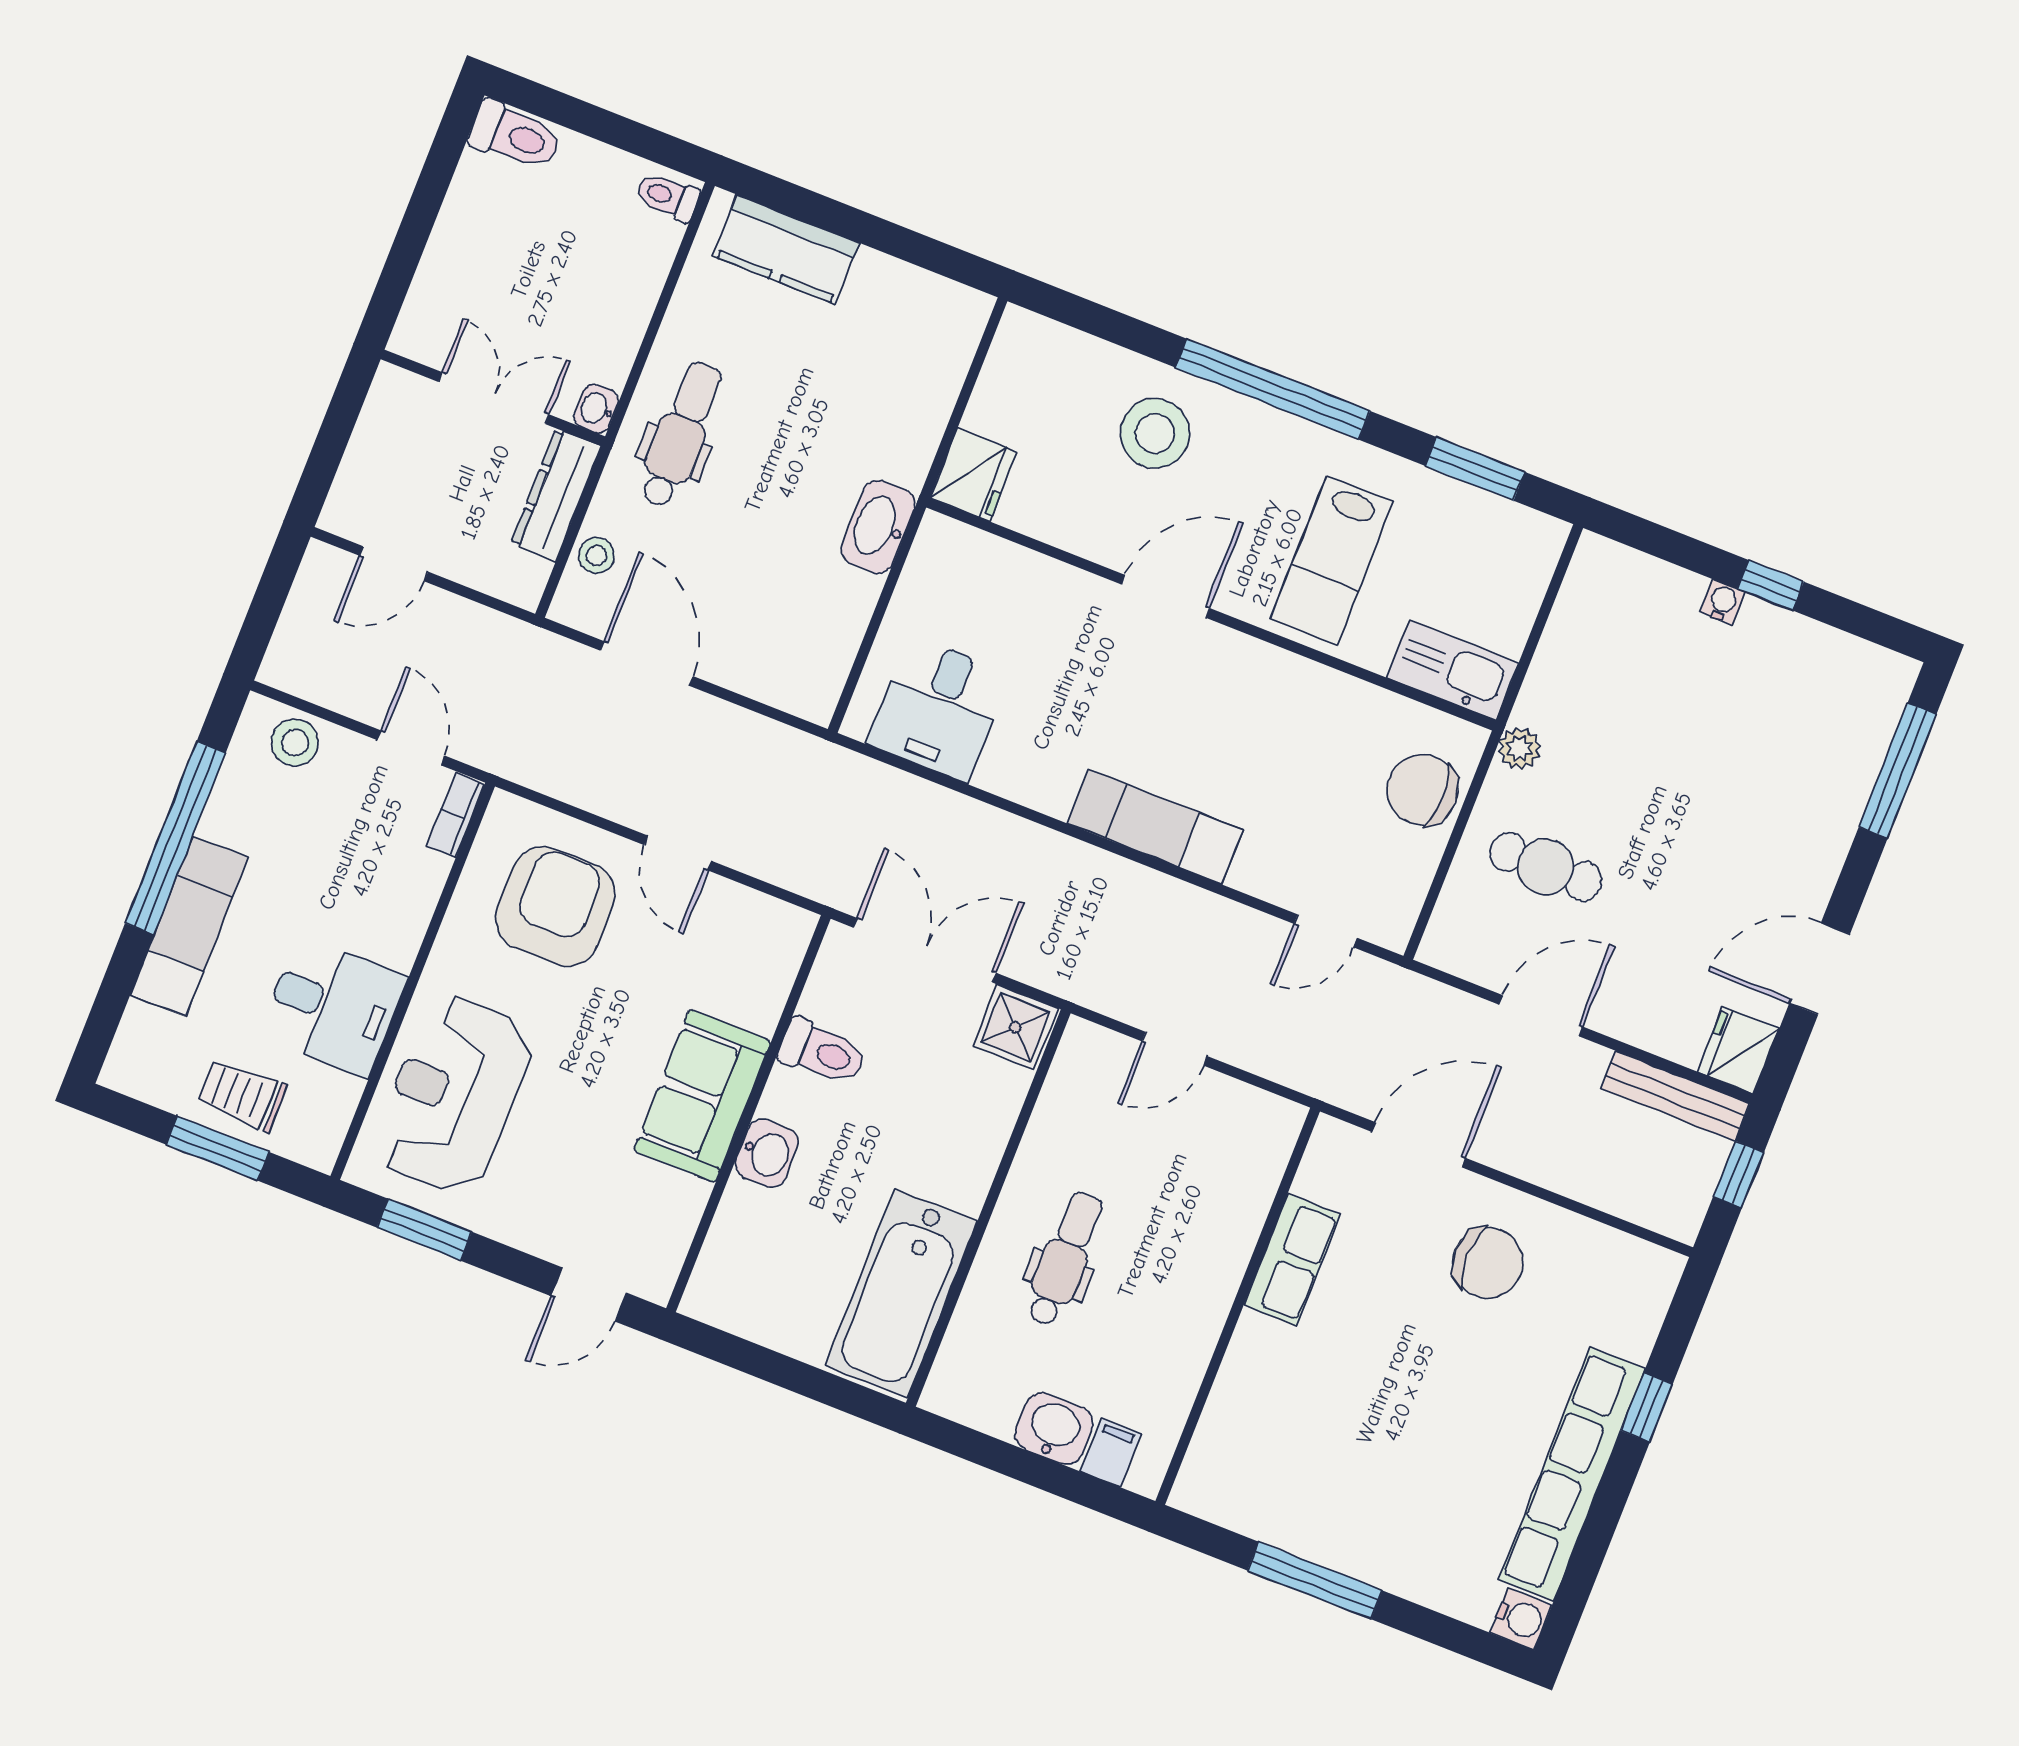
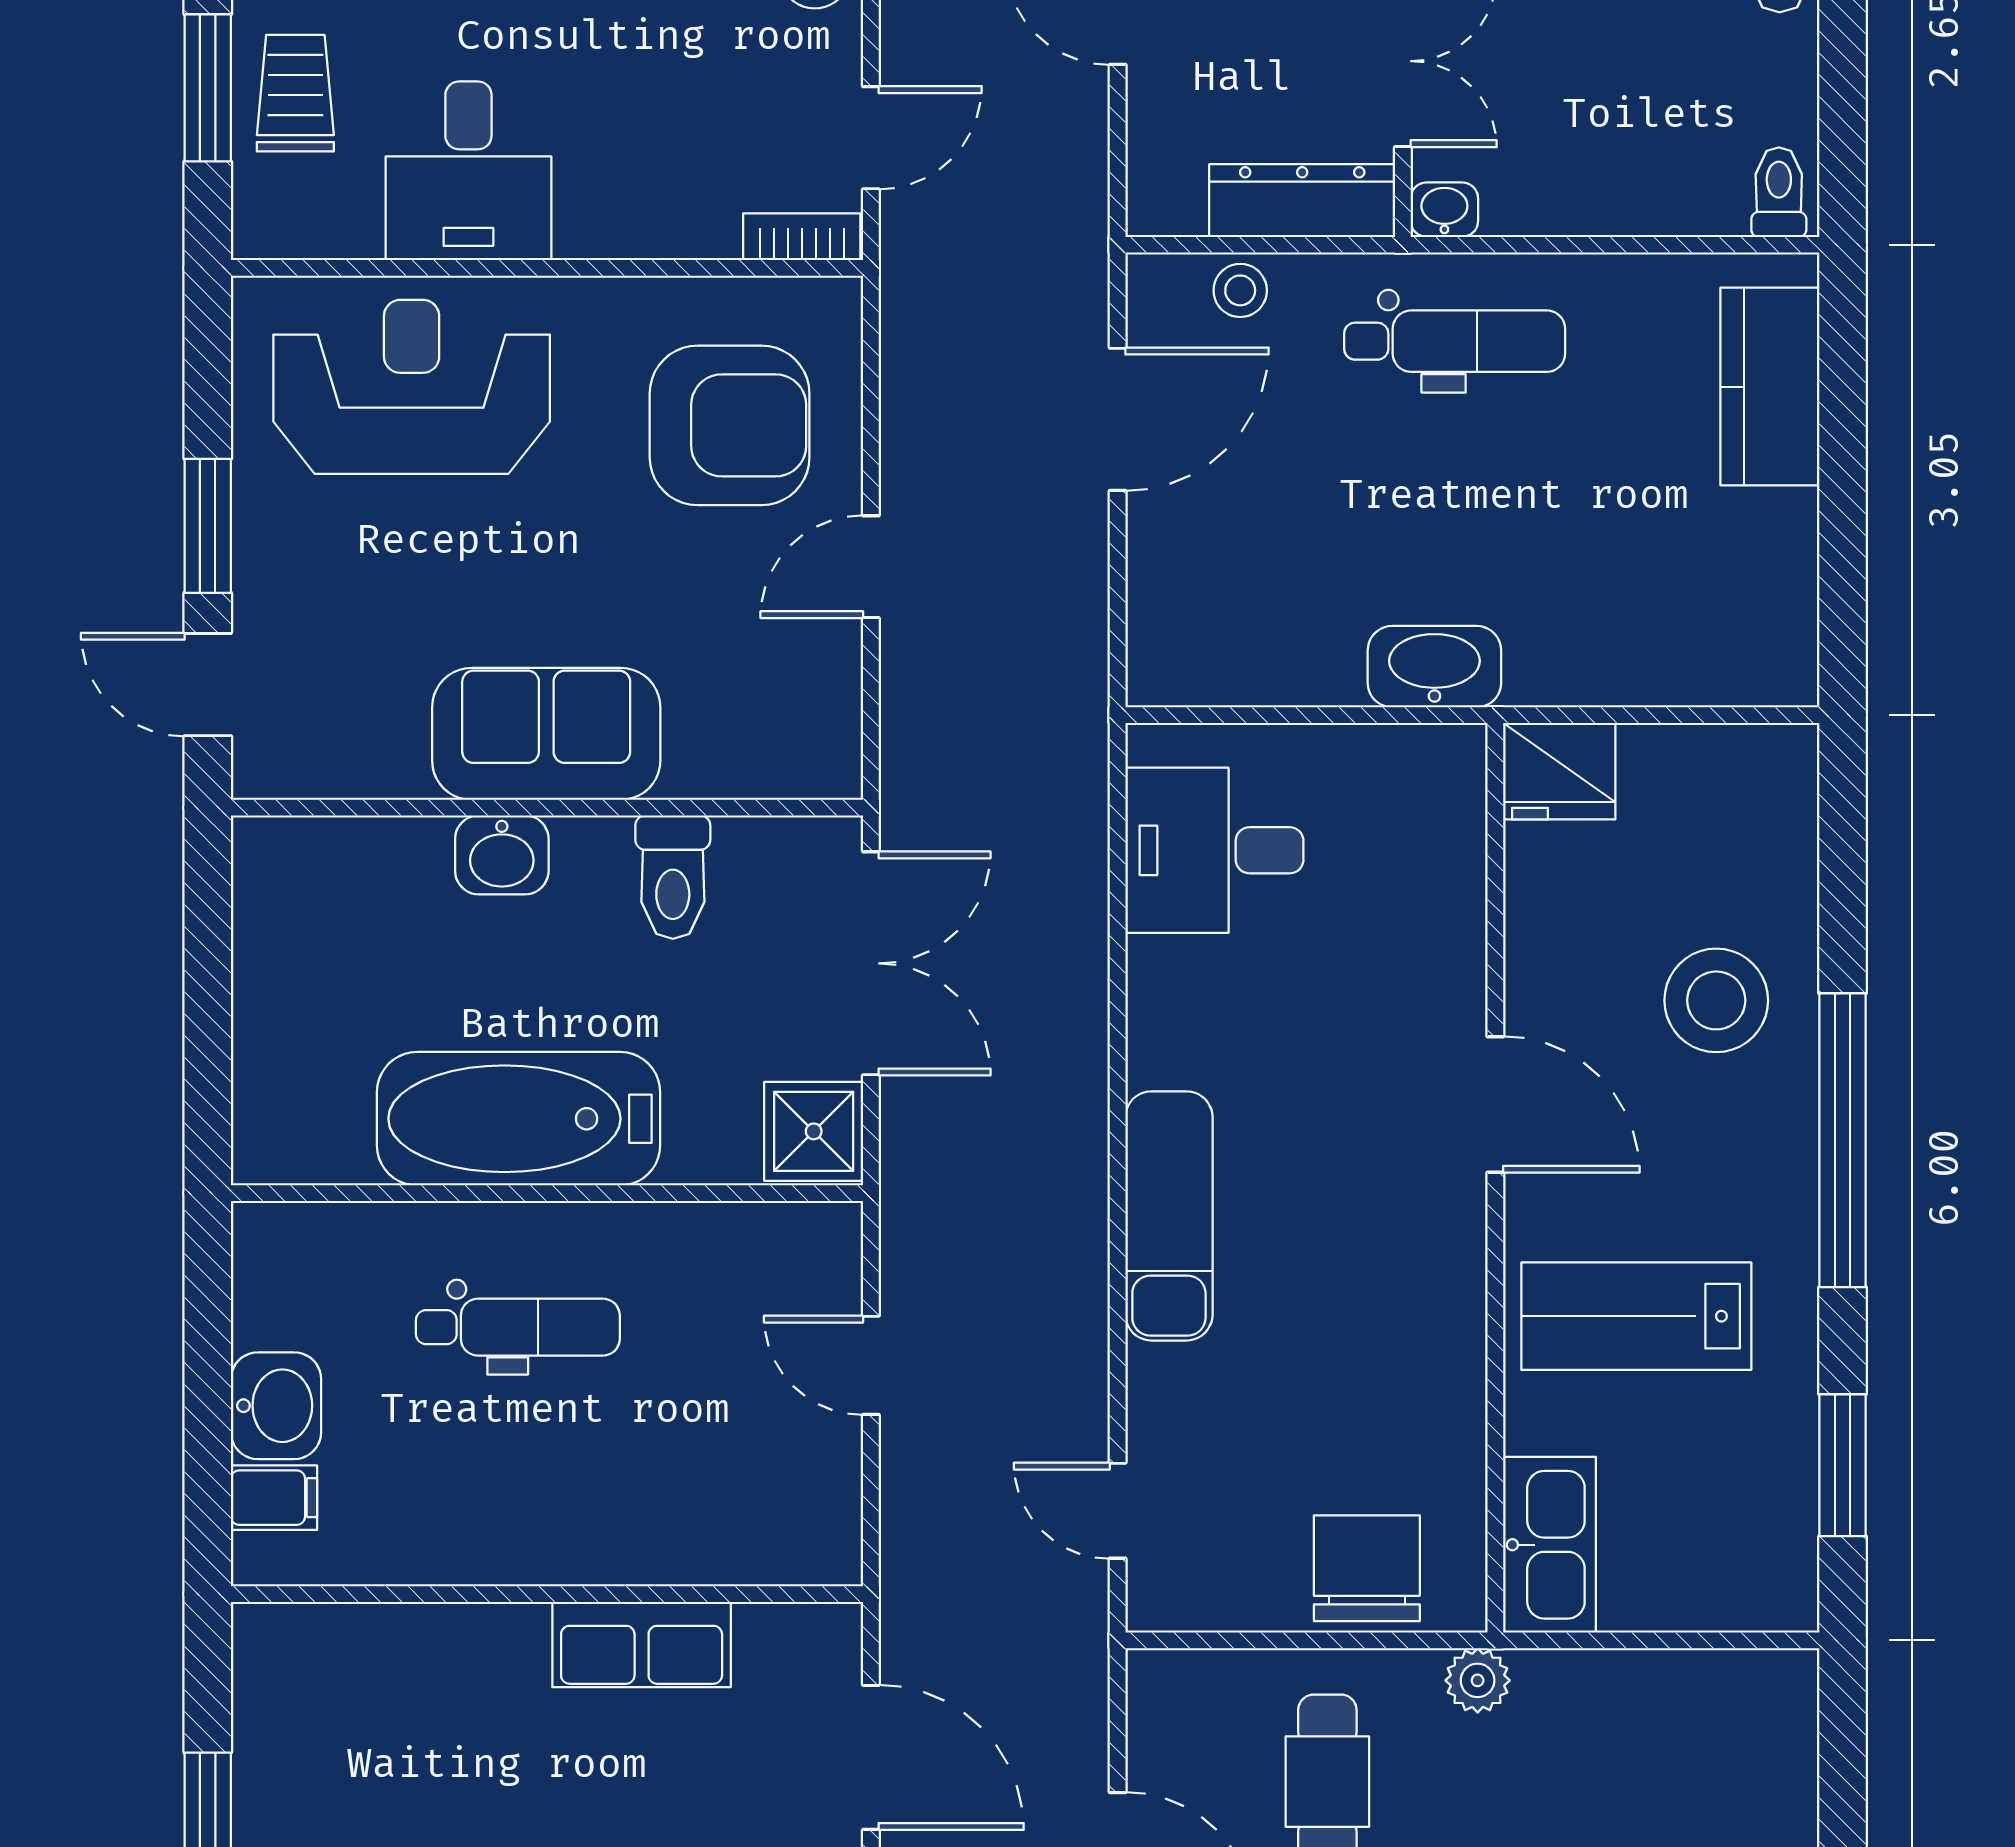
window: (424, 1230) -> (208, 526), moved
bathtub: (901, 1293) -> (519, 1119), moved

